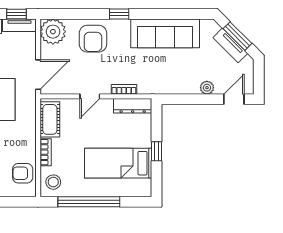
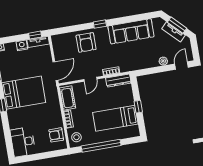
plant: (53, 32) -> (60, 42), removed

